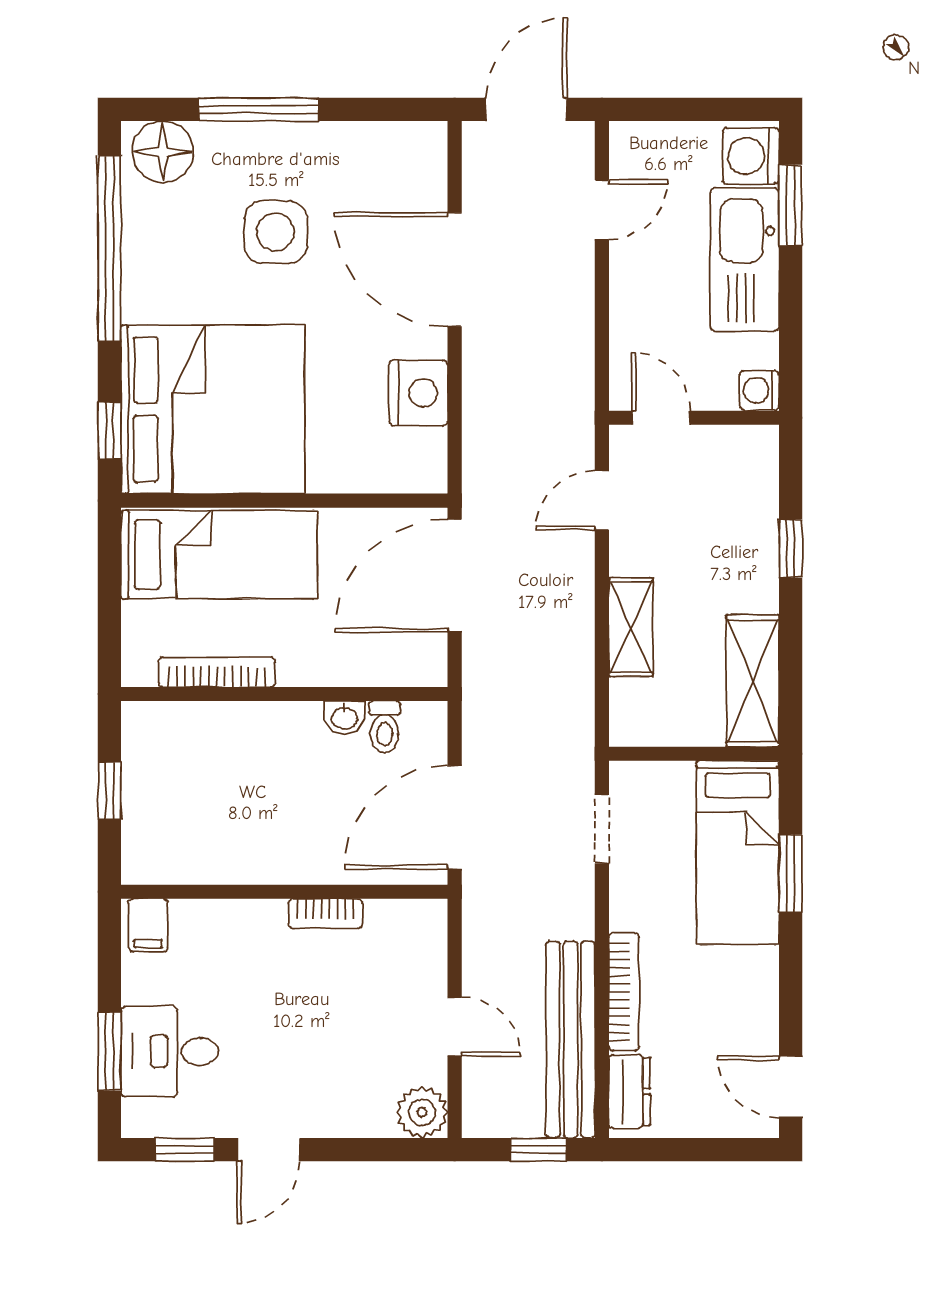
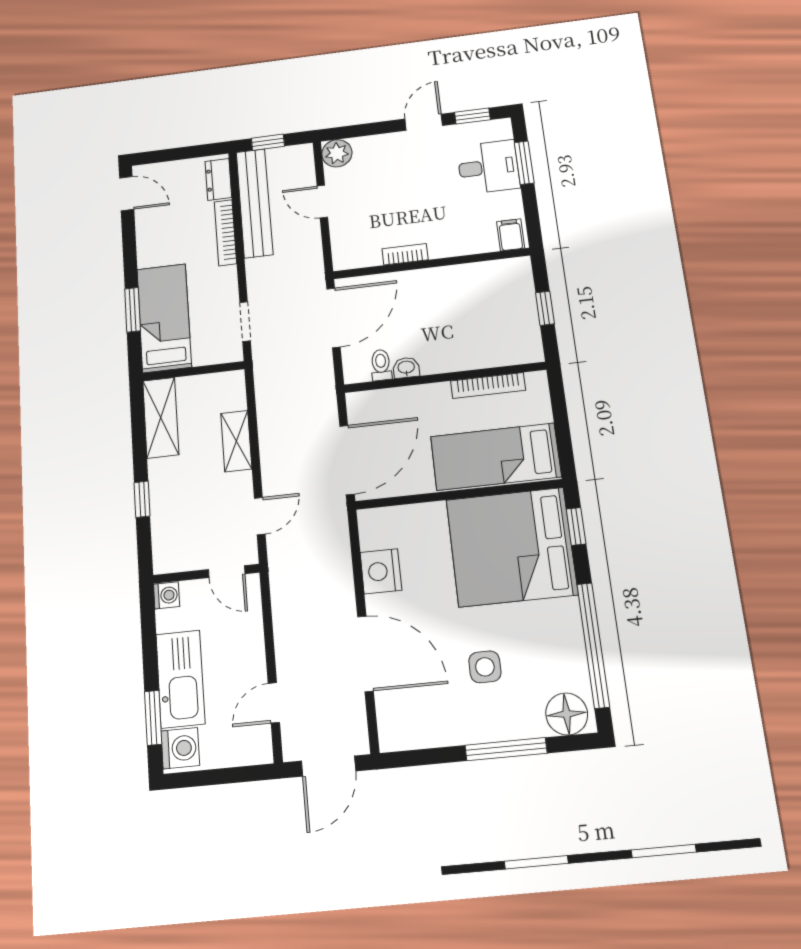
side table: (275, 232) -> (485, 667), width x0.73, depth x0.73

